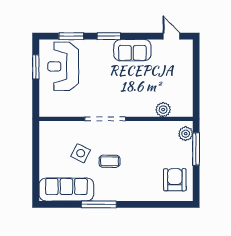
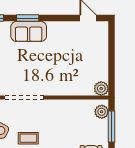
sofa: (132, 50) -> (29, 31), moved
plant: (163, 110) -> (101, 89), moved

